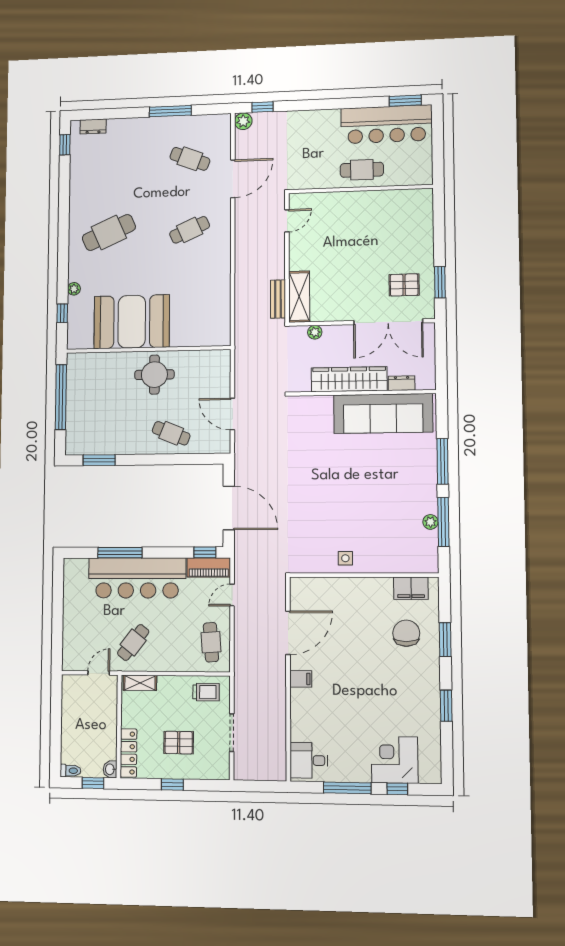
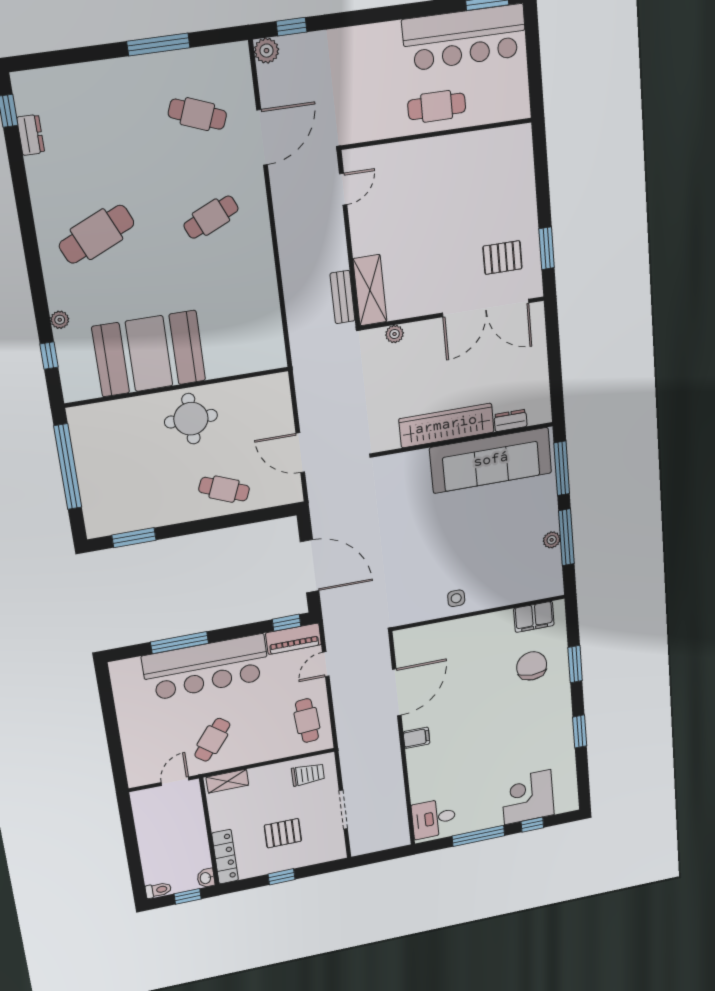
dresser: (93, 126) -> (31, 135), moved, turned -90
wardrobe: (349, 379) -> (446, 425), moved
dresser: (402, 383) -> (511, 420), moved
wall: (362, 393) -> (464, 440), moved
sofa: (383, 414) -> (491, 460), moved

